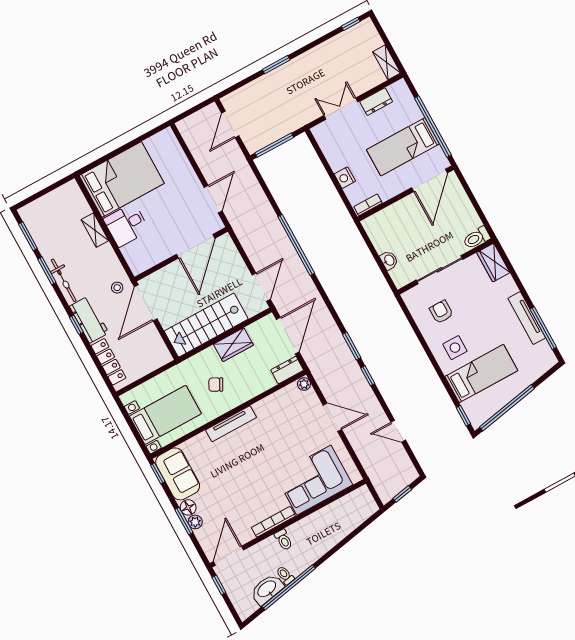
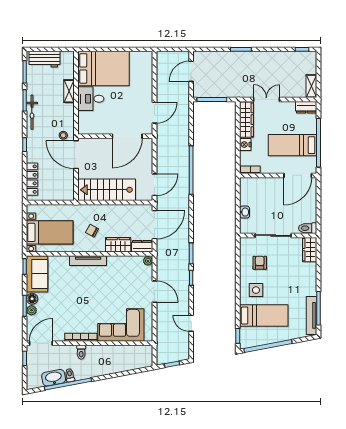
dresser: (376, 102) -> (306, 107), moved
wardrobe: (330, 147) -> (246, 120), added
door: (146, 303) -> (76, 155), hinge flipped
tv unit: (527, 318) -> (311, 315), moved
workbench: (89, 320) -> (44, 59), moved, turned 90
wardrobe: (233, 345) -> (118, 245), moved, turned 180

